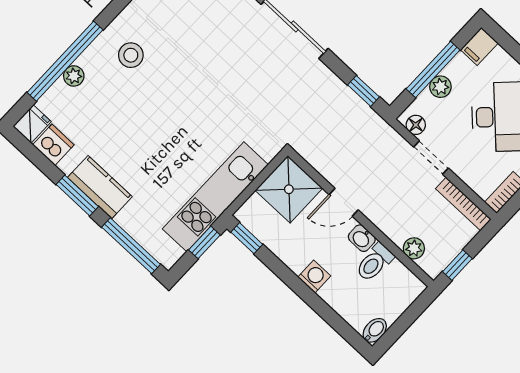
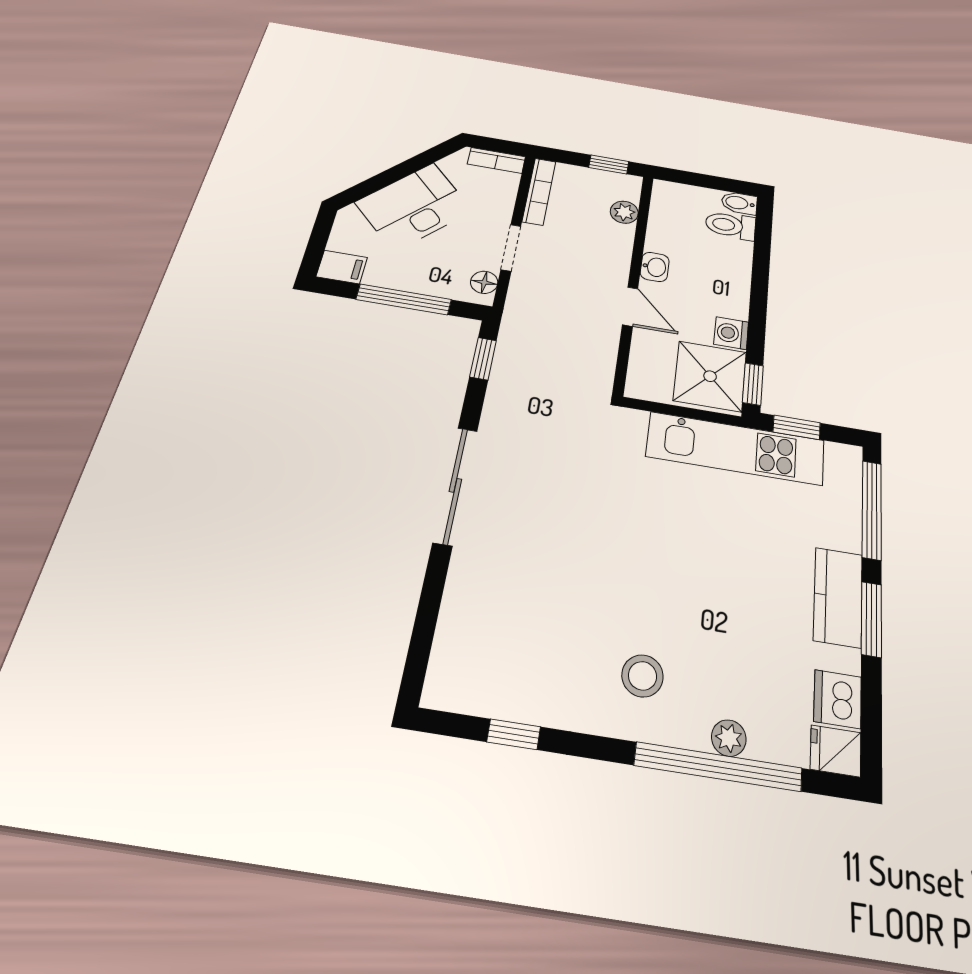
plant: (440, 87) -> (420, 281), removed
shower: (289, 189) -> (710, 376), moved
toilet: (375, 262) -> (731, 225), moved, turned 180
washing machine: (314, 276) -> (731, 333), moved

